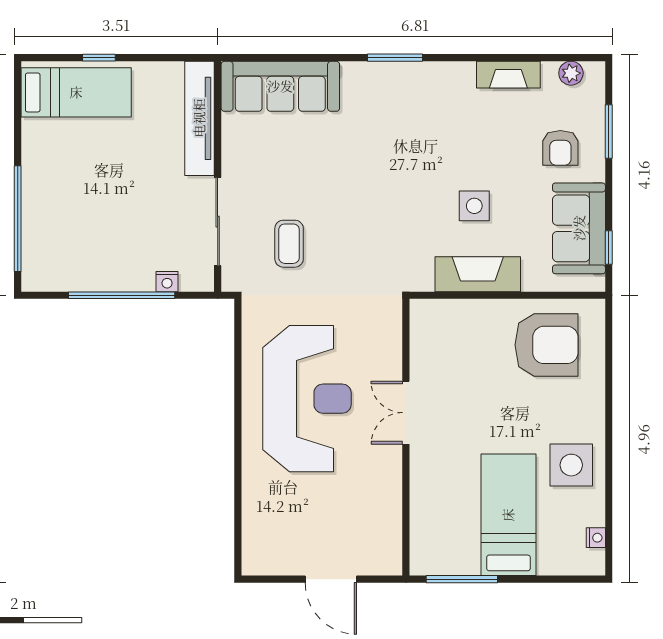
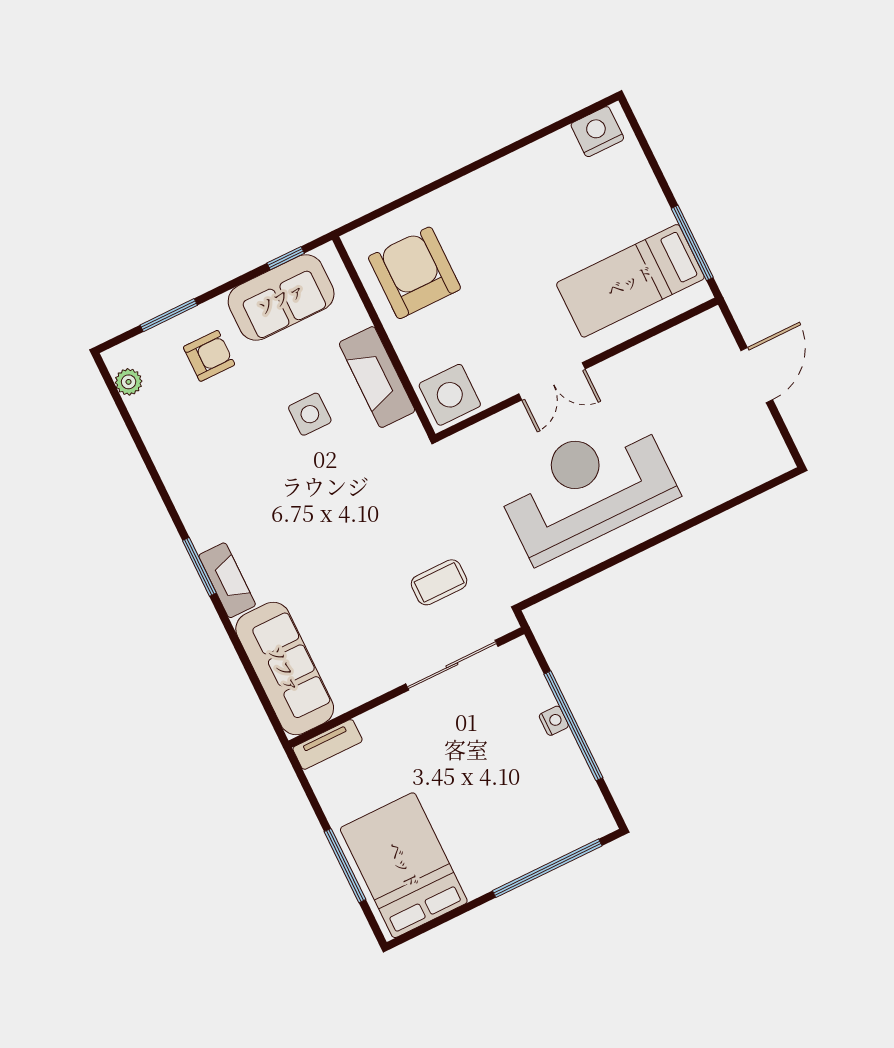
window: (99, 58) -> (345, 866), width x2.17
fireplace: (508, 75) -> (227, 580), moved
bed: (76, 92) -> (404, 865), width x1.50
tv unit: (199, 118) -> (328, 744), width x0.52, depth x0.78
nightstand: (167, 282) -> (554, 721), moved
side table: (571, 465) -> (450, 395), moved
bed: (508, 515) -> (630, 281), moved
nightstand: (596, 538) -> (597, 132), width x1.89, depth x1.79

